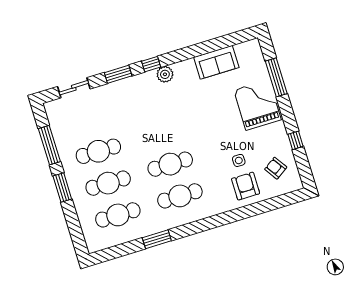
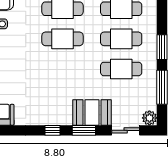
plant: (165, 74) -> (149, 118), moved
booth: (115, 96) -> (92, 112), added

